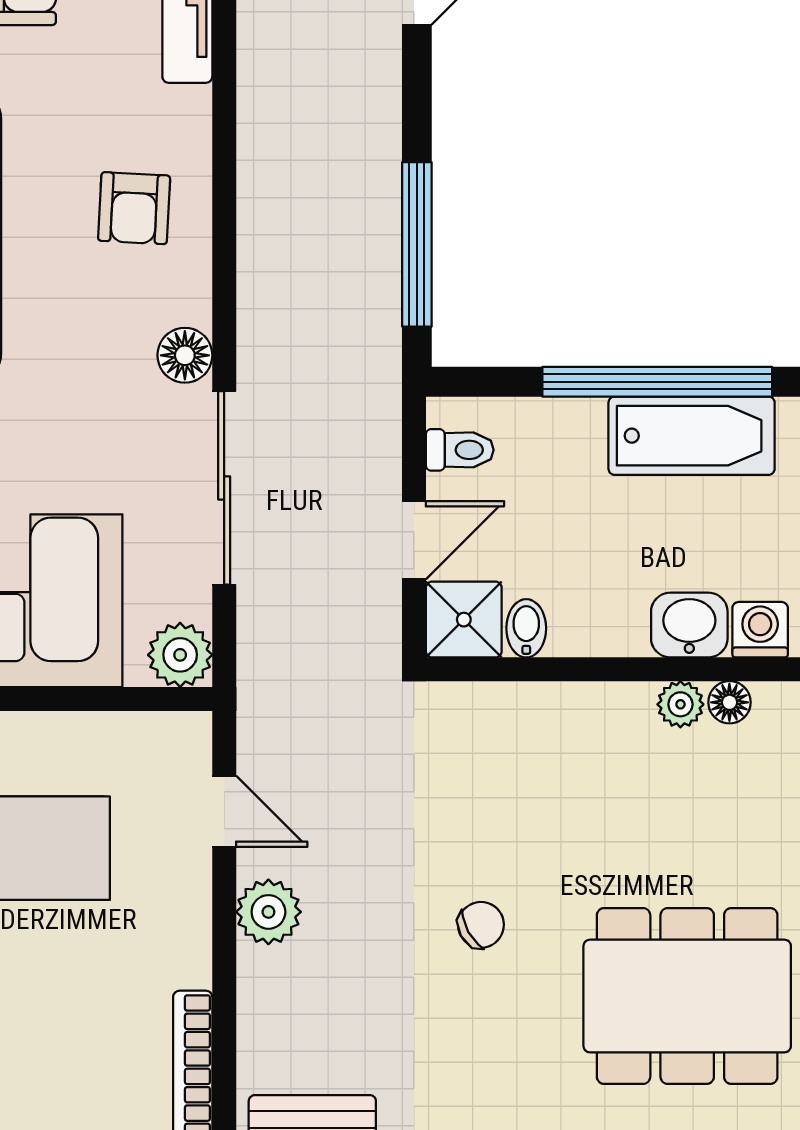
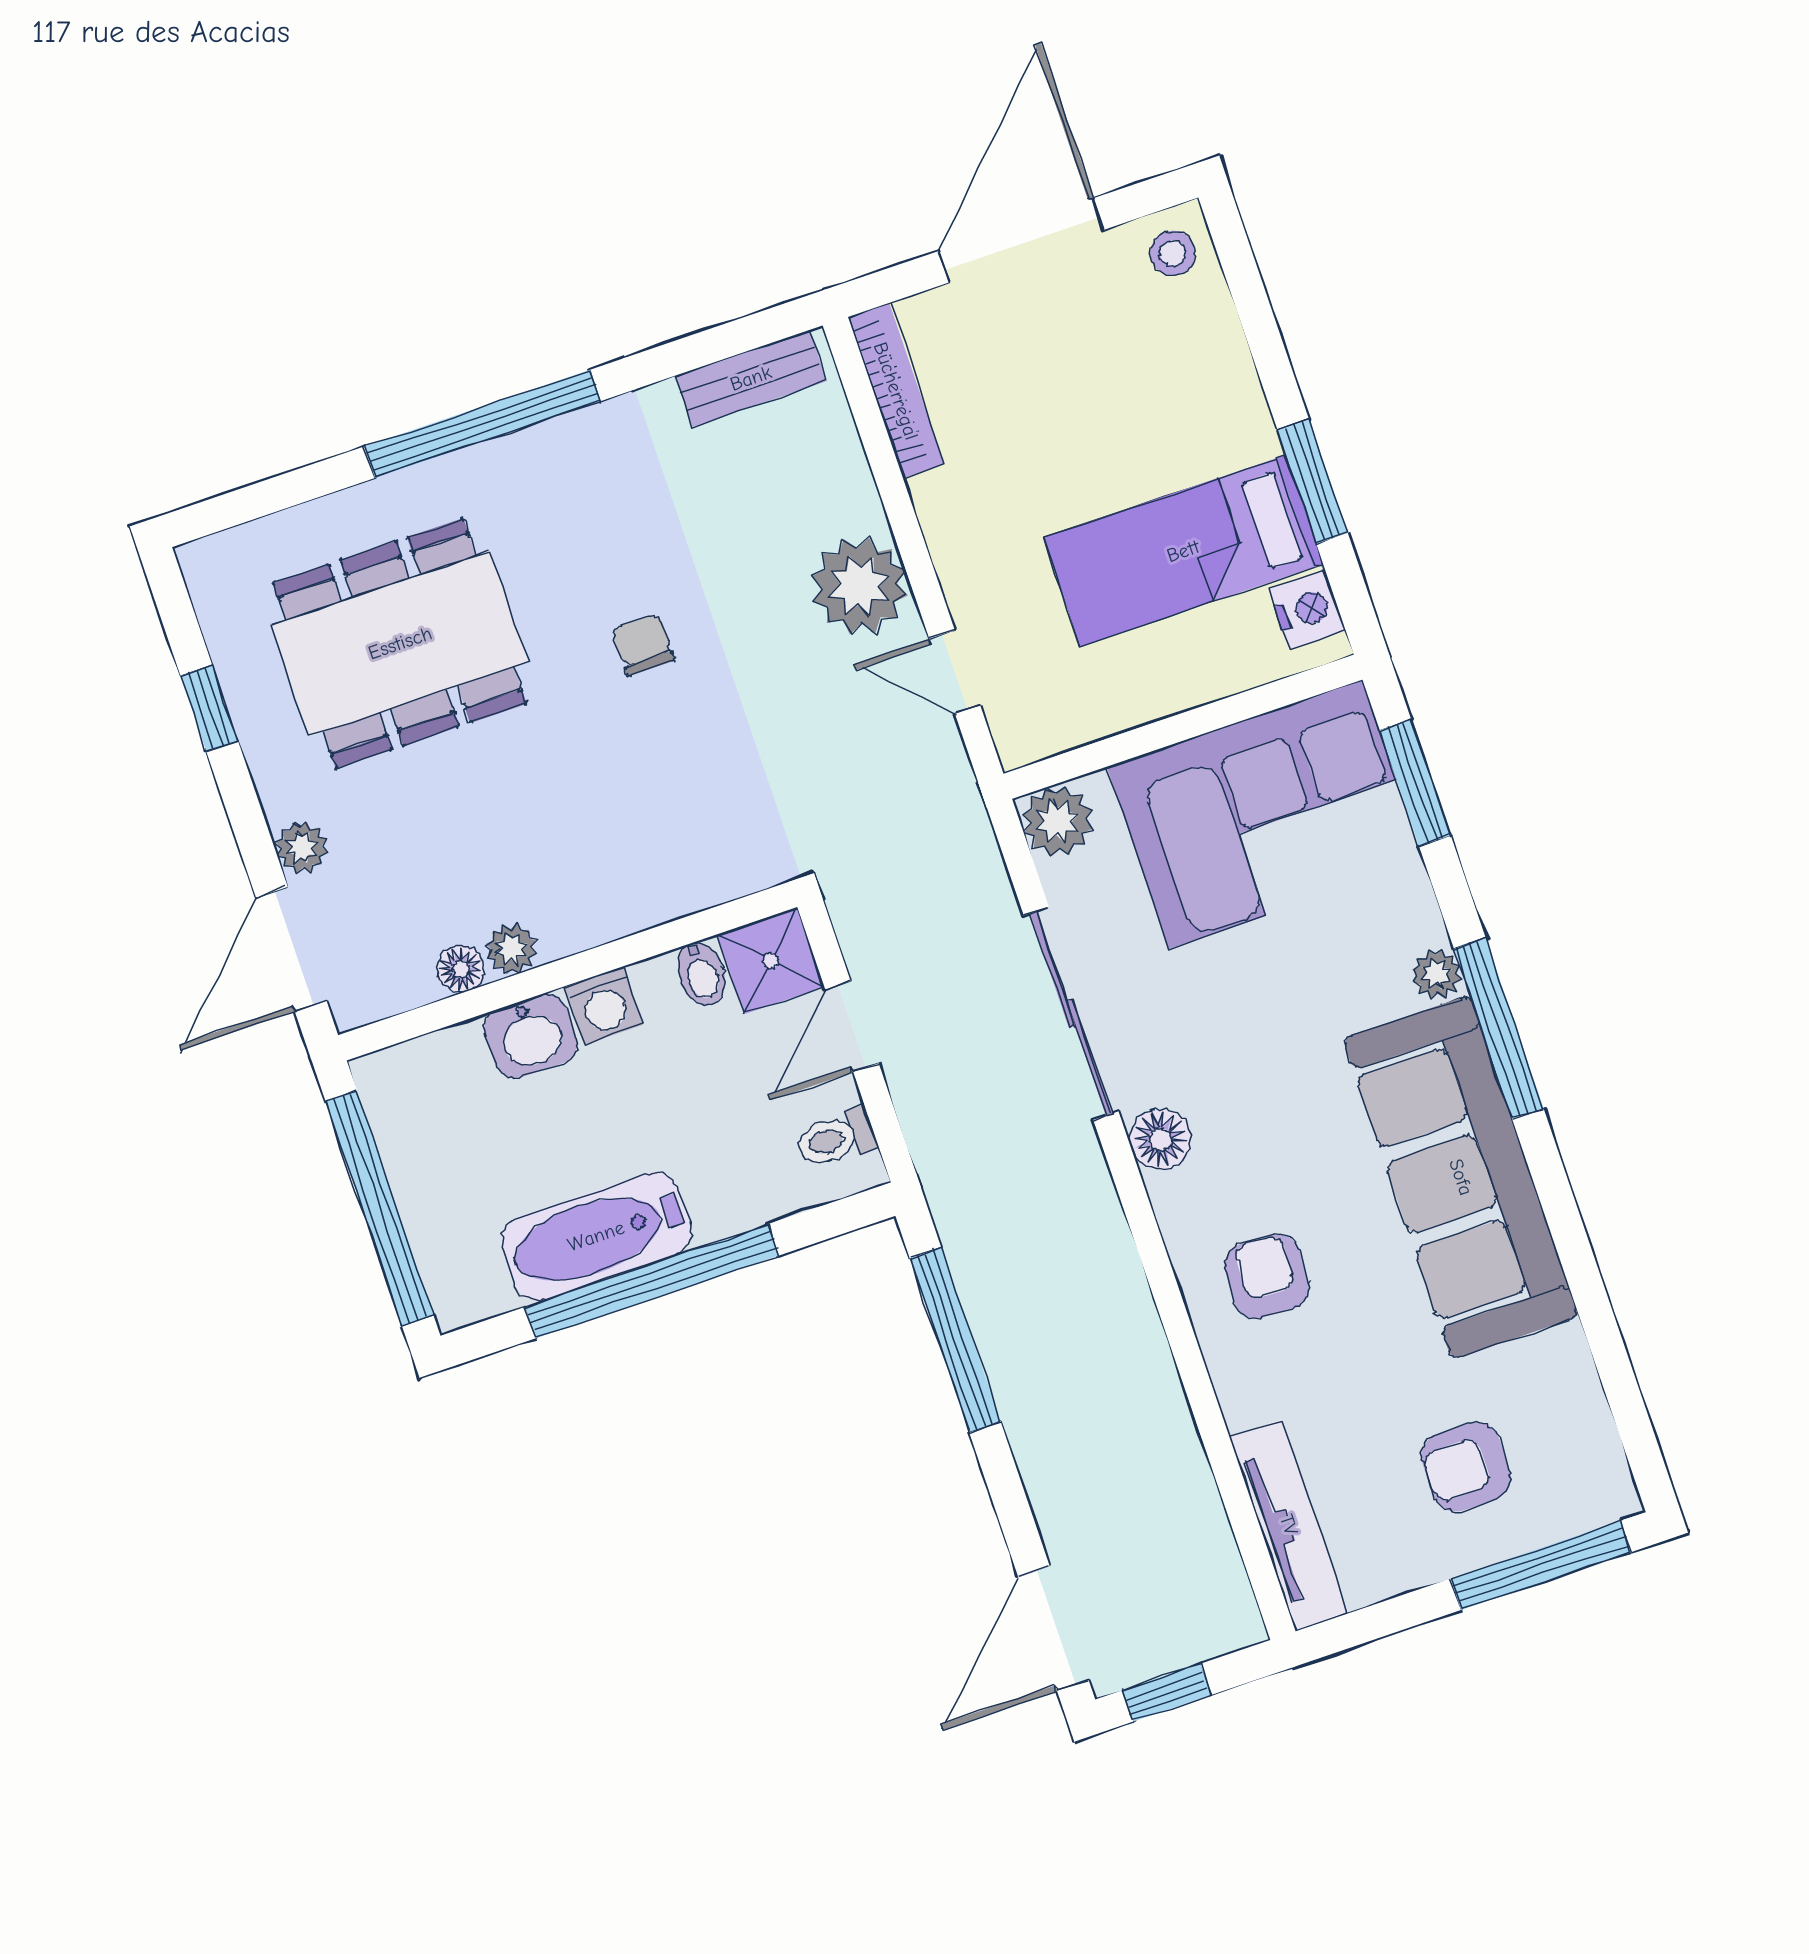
washing machine: (760, 630) -> (604, 1005), moved
plant: (268, 912) -> (859, 586), width x1.36, depth x1.36
chair: (481, 925) -> (643, 644), turned 119

